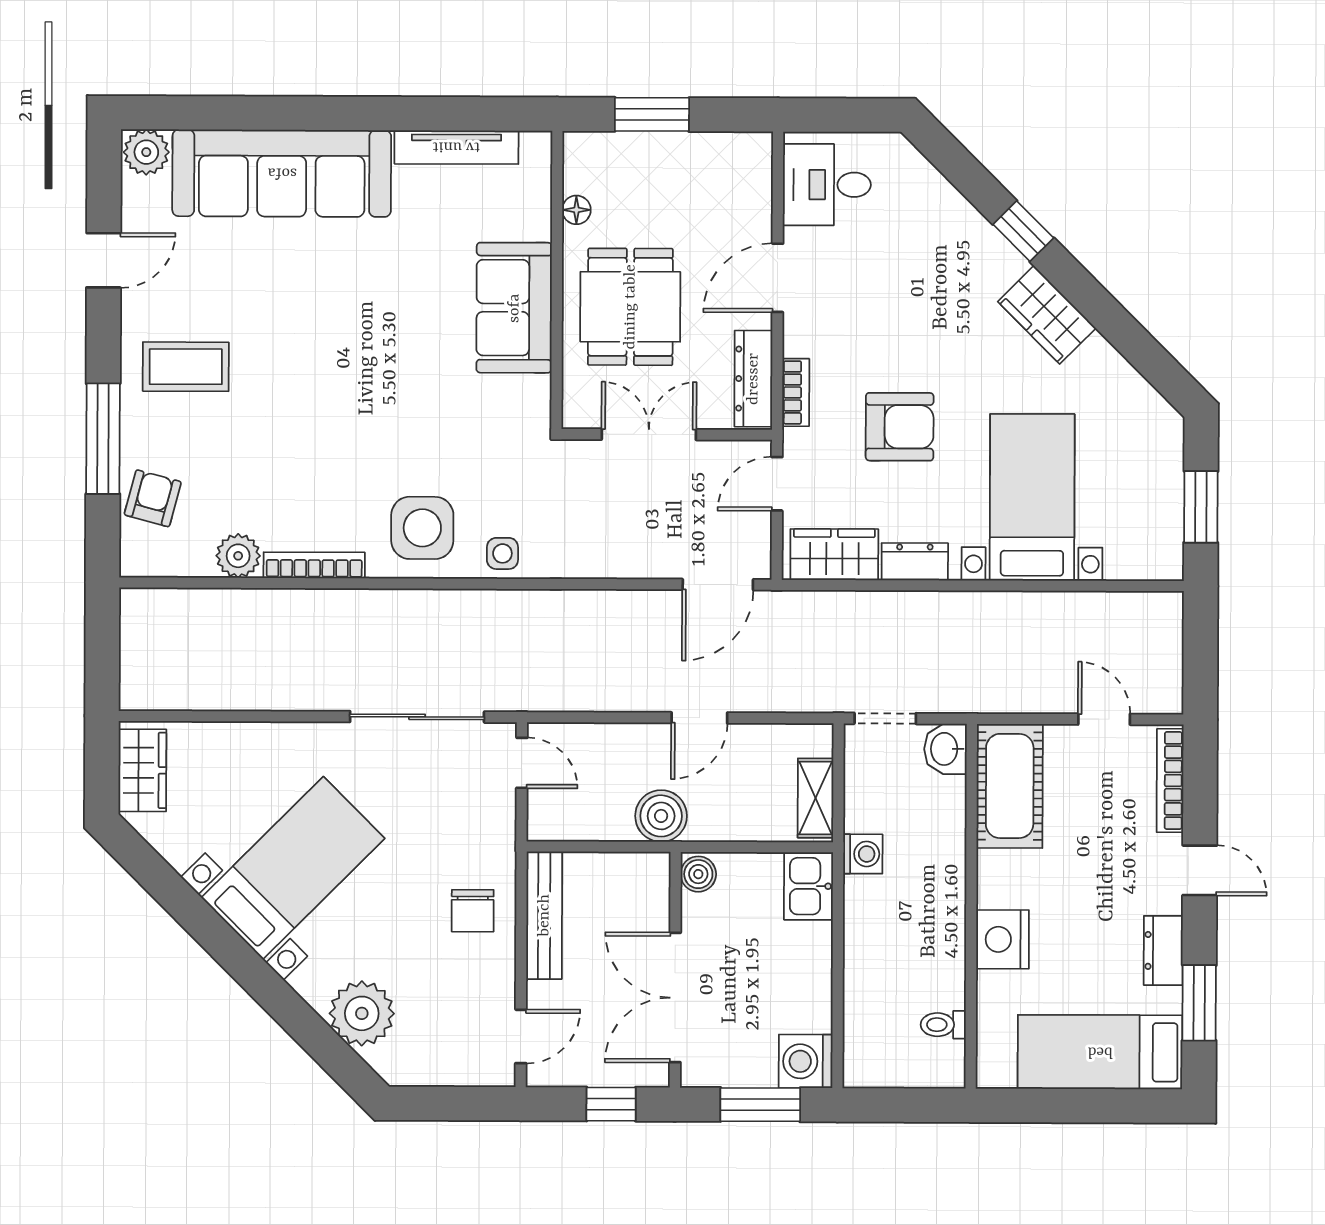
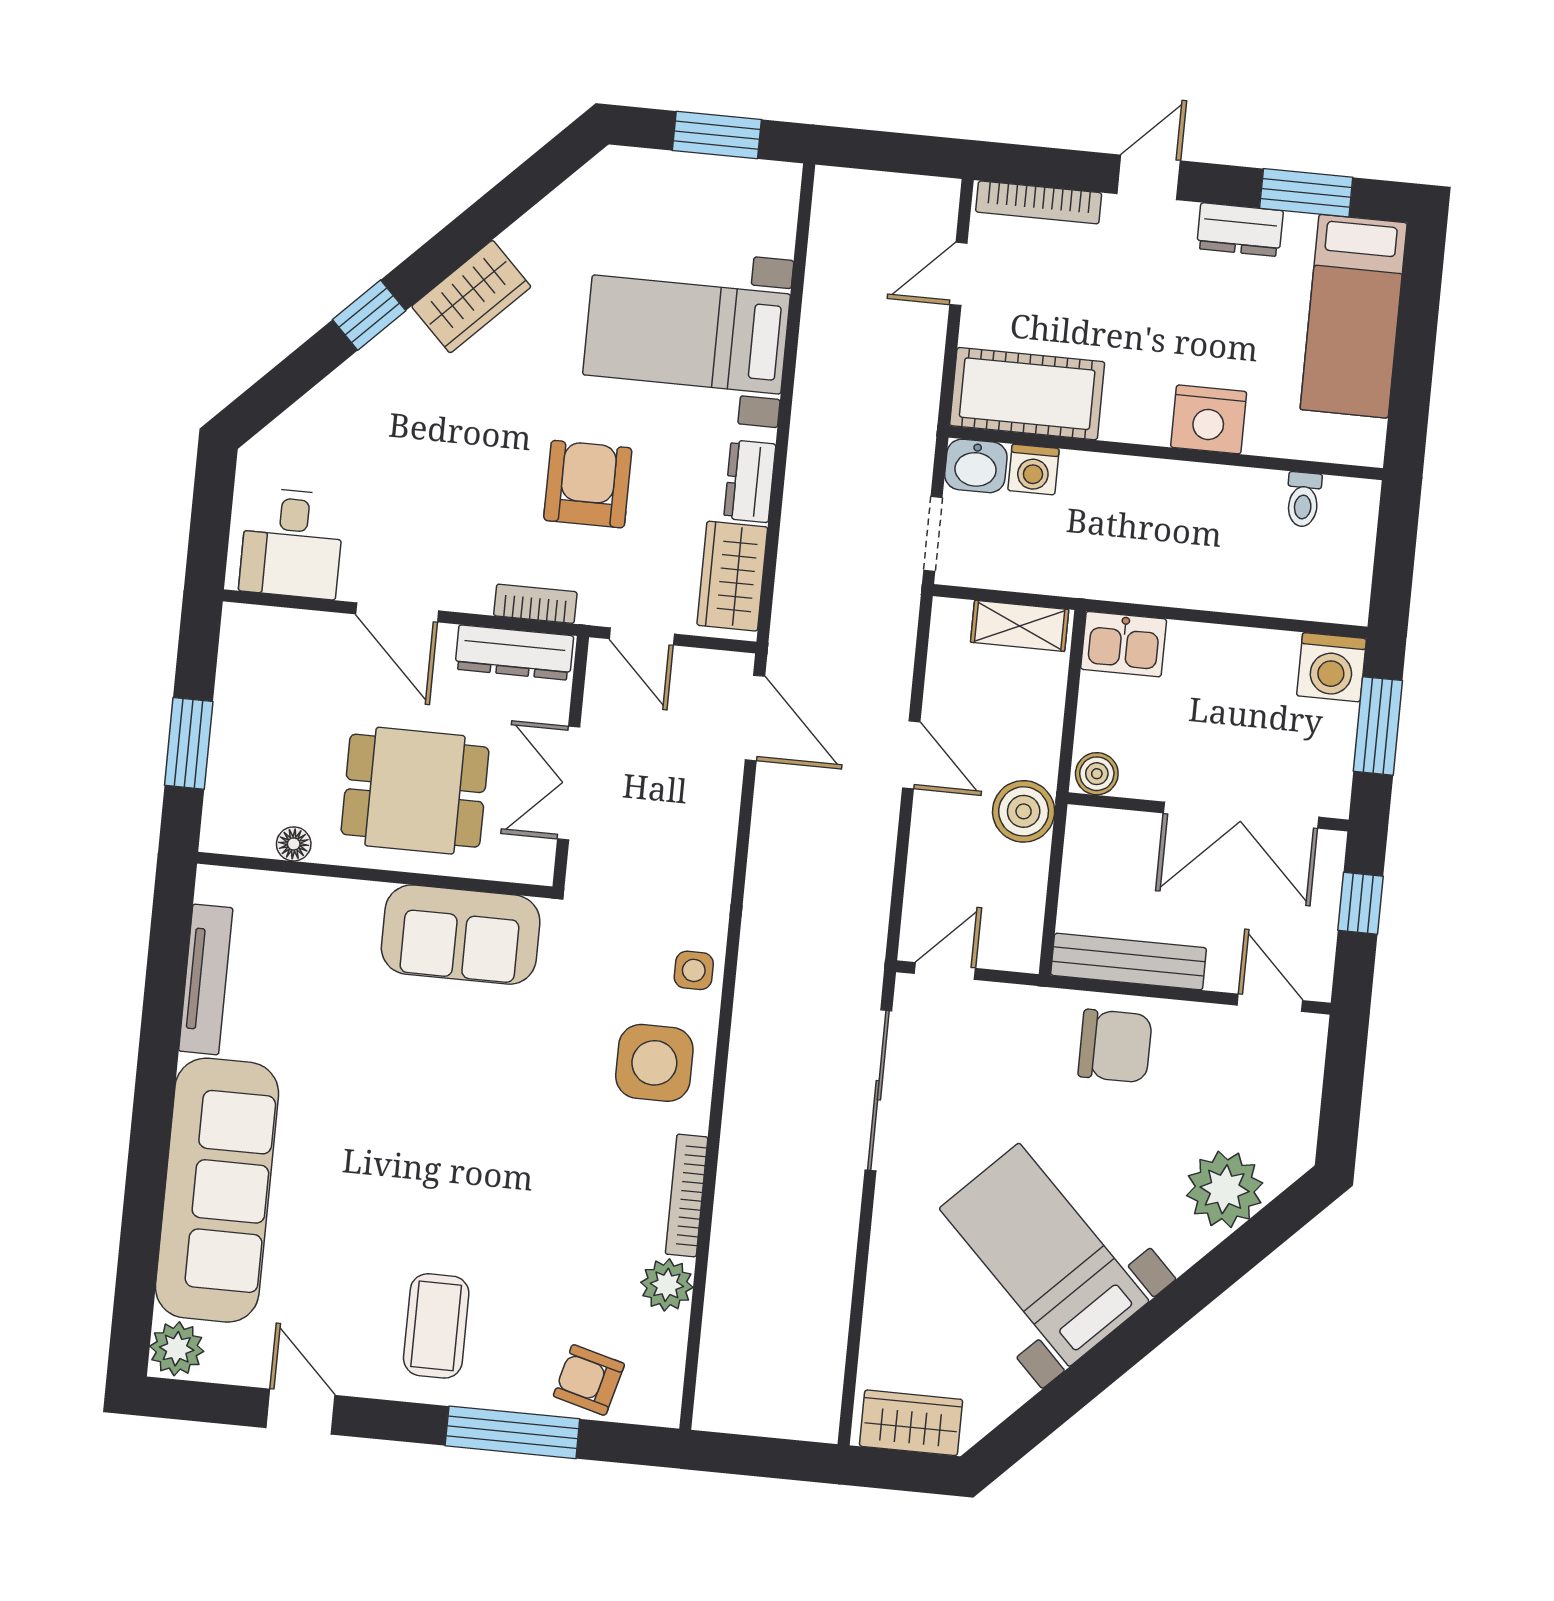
sofa: (514, 308) -> (461, 935), moved
washing machine: (863, 854) -> (1033, 470), moved, turned 180
chair: (473, 911) -> (1115, 1046), width x1.37, depth x1.37

